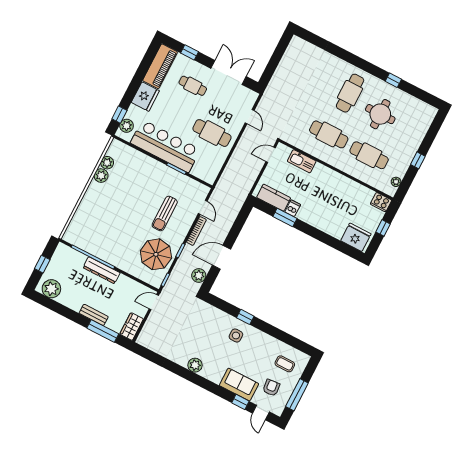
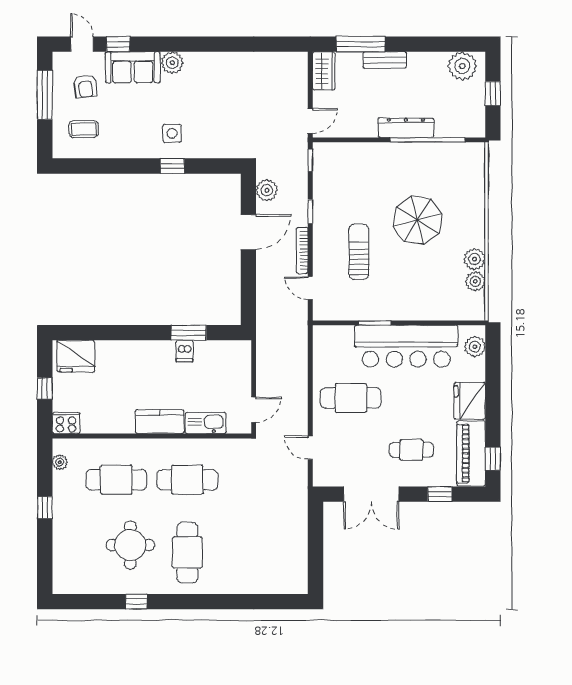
window: (119, 115) -> (493, 459), moved
kitchen counter: (274, 198) -> (160, 422), moved, turned 180
parasol: (156, 254) -> (418, 220), moved
plant: (195, 365) -> (172, 63), moved

